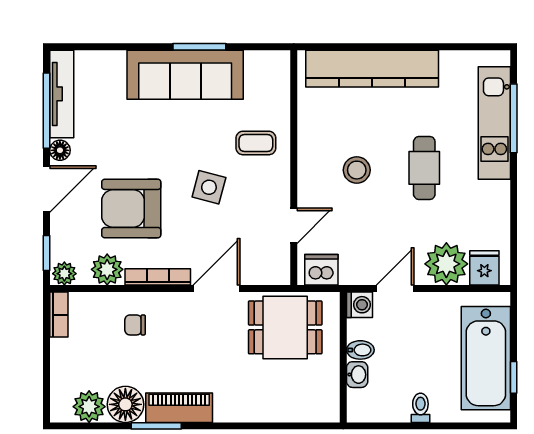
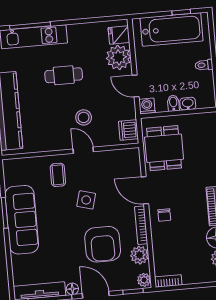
stool: (357, 170) -> (84, 117), moved
door: (294, 226) -> (83, 150), moved
chair: (135, 325) -> (164, 215), moved

